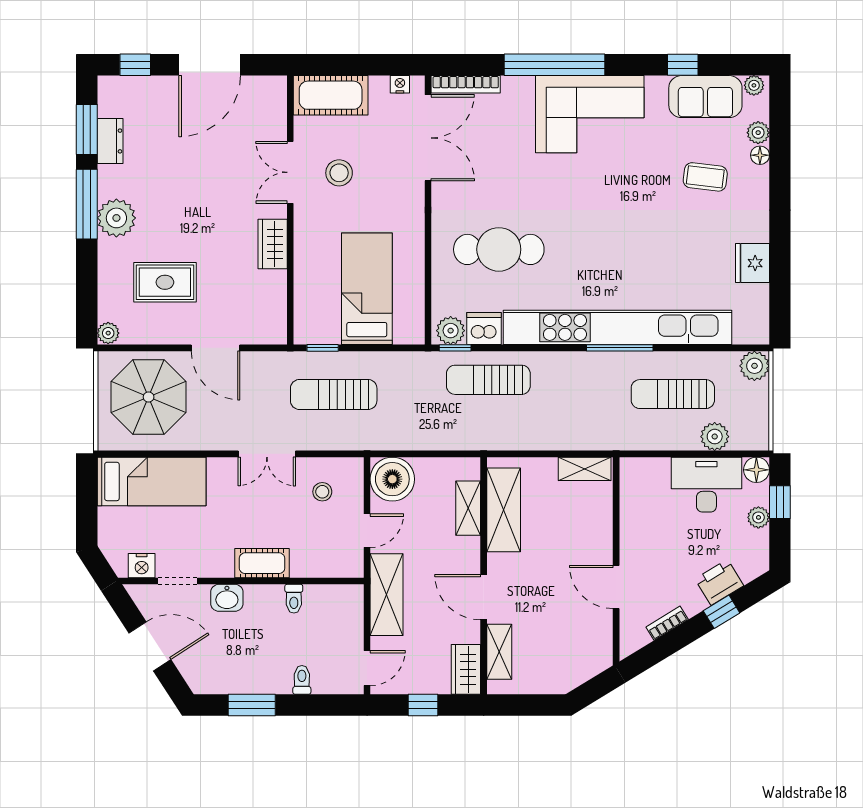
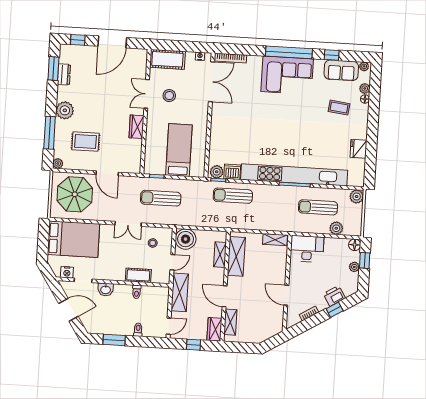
window: (555, 65) -> (289, 52), moved
window: (87, 204) -> (50, 133), moved
cafe table: (499, 249) -> (241, 135), removed
bed: (152, 481) -> (74, 239), width x1.50
desk: (706, 485) -> (307, 249), moved
cot: (262, 563) -> (138, 275), moved

